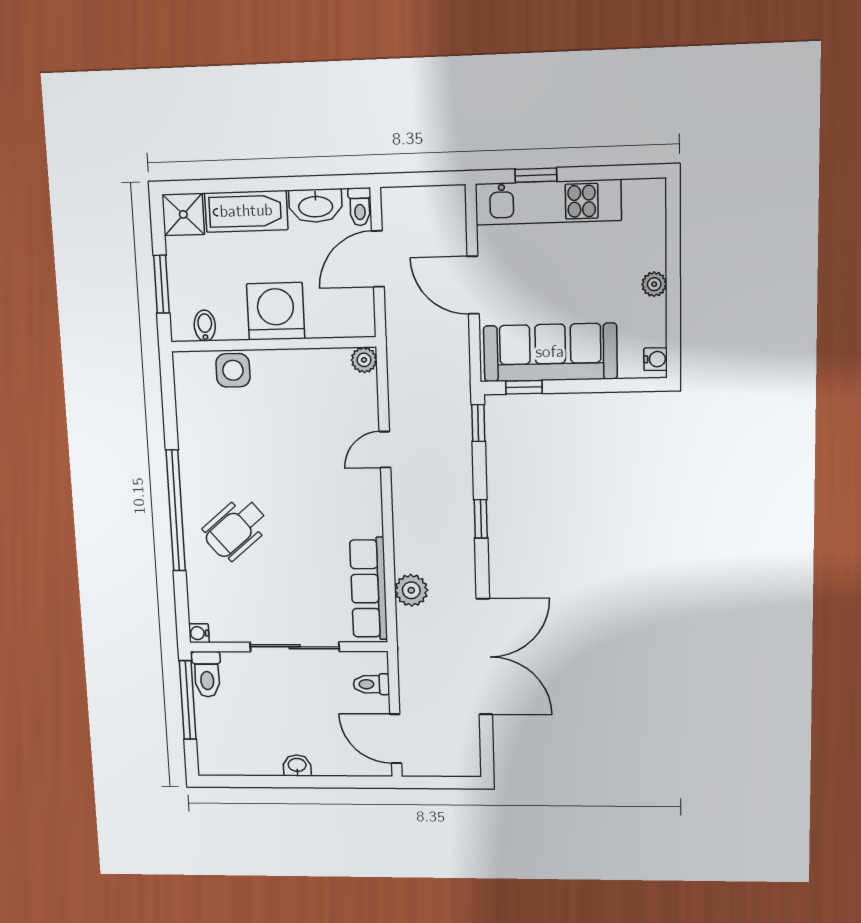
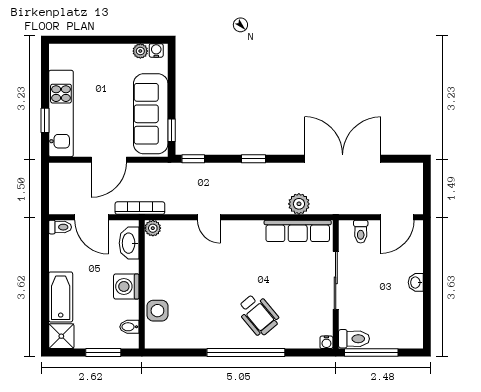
washbasin: (316, 206) -> (129, 243), moved, turned 180
plant: (654, 284) -> (140, 51), moved
washing machine: (276, 311) -> (126, 286), width x0.73, depth x0.73
bookcase: (396, 338) -> (140, 208), added

